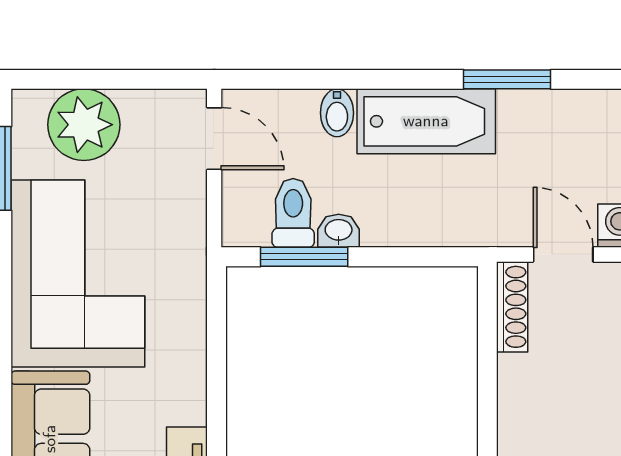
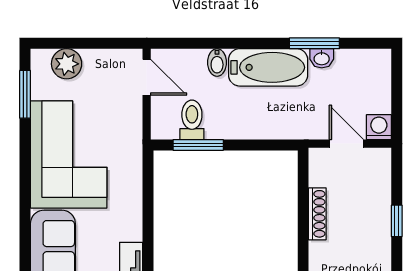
plant: (84, 125) -> (67, 64), width x0.73, depth x0.73
washbasin: (339, 231) -> (322, 58), moved, turned 180
shoe rack: (512, 307) -> (317, 214), moved

